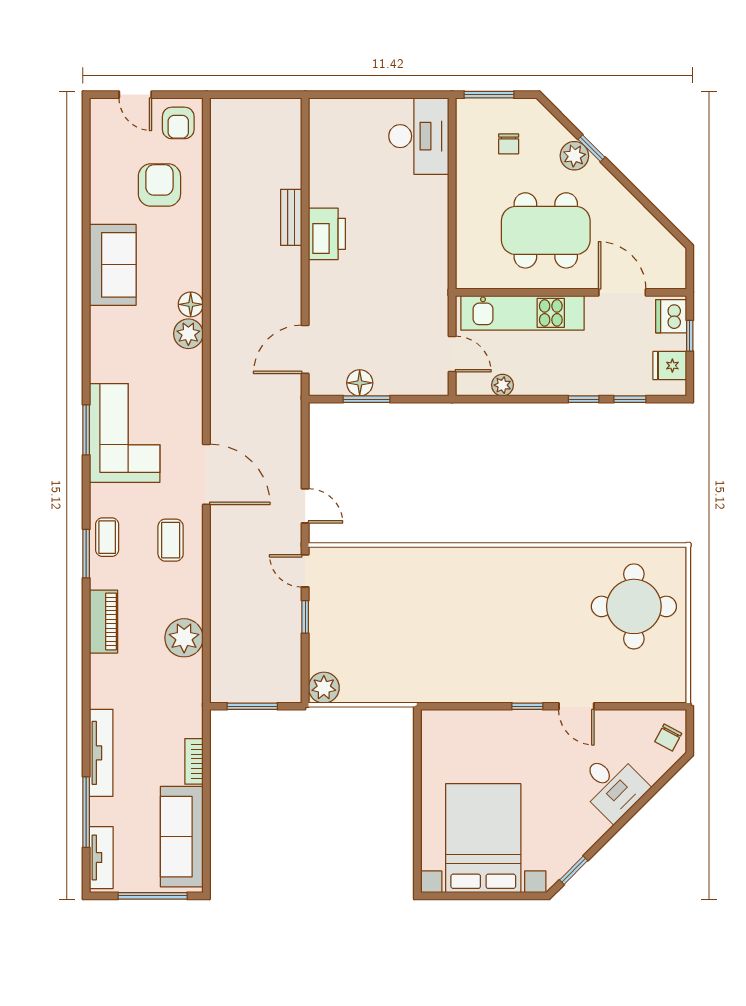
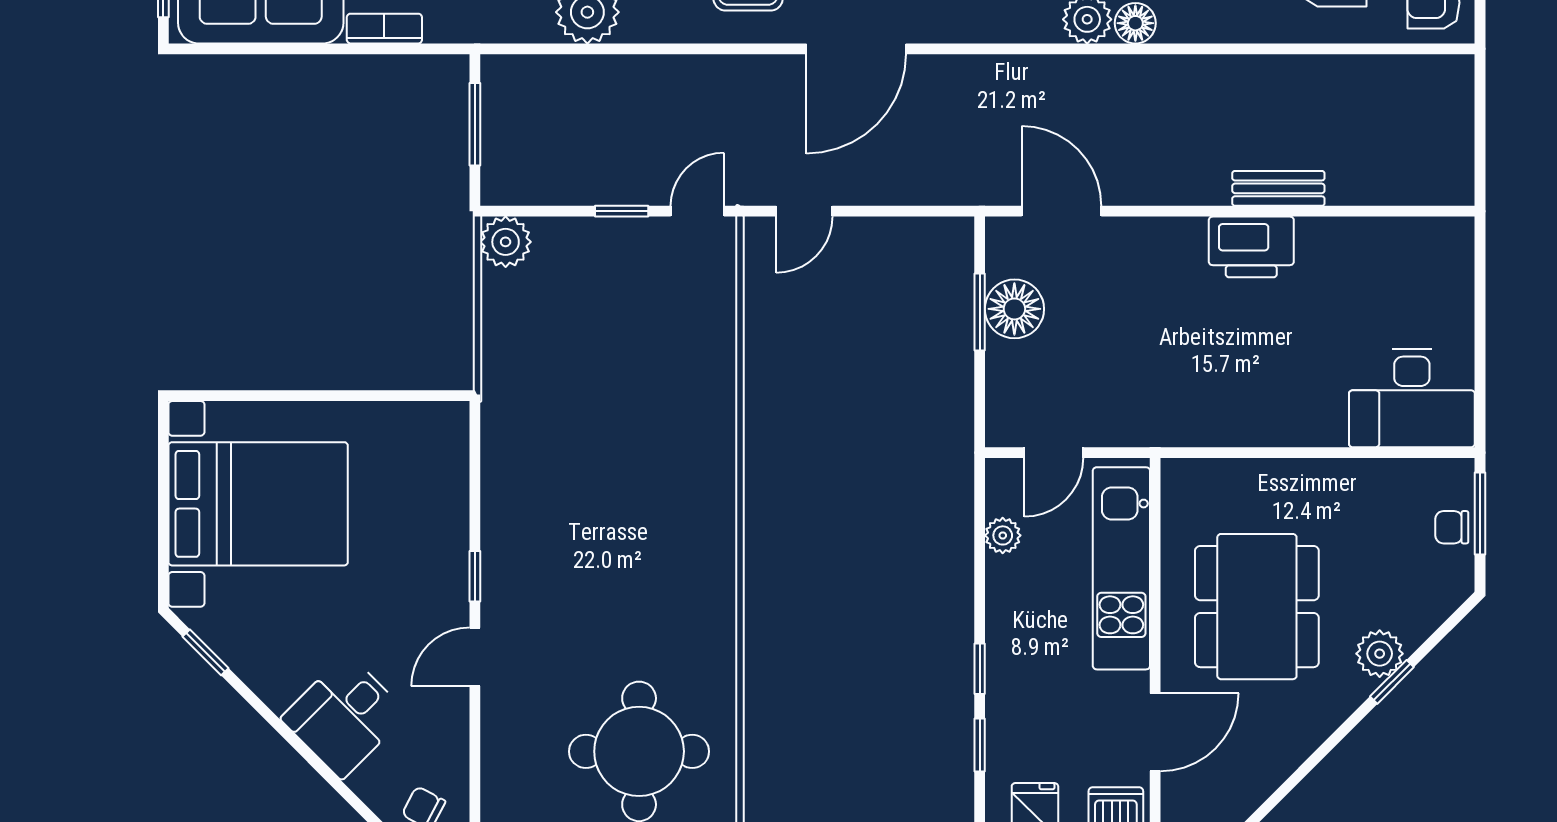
chair: (509, 144) -> (1452, 527), moved
floor lamp: (360, 383) -> (1014, 309), width x1.38, depth x1.38

